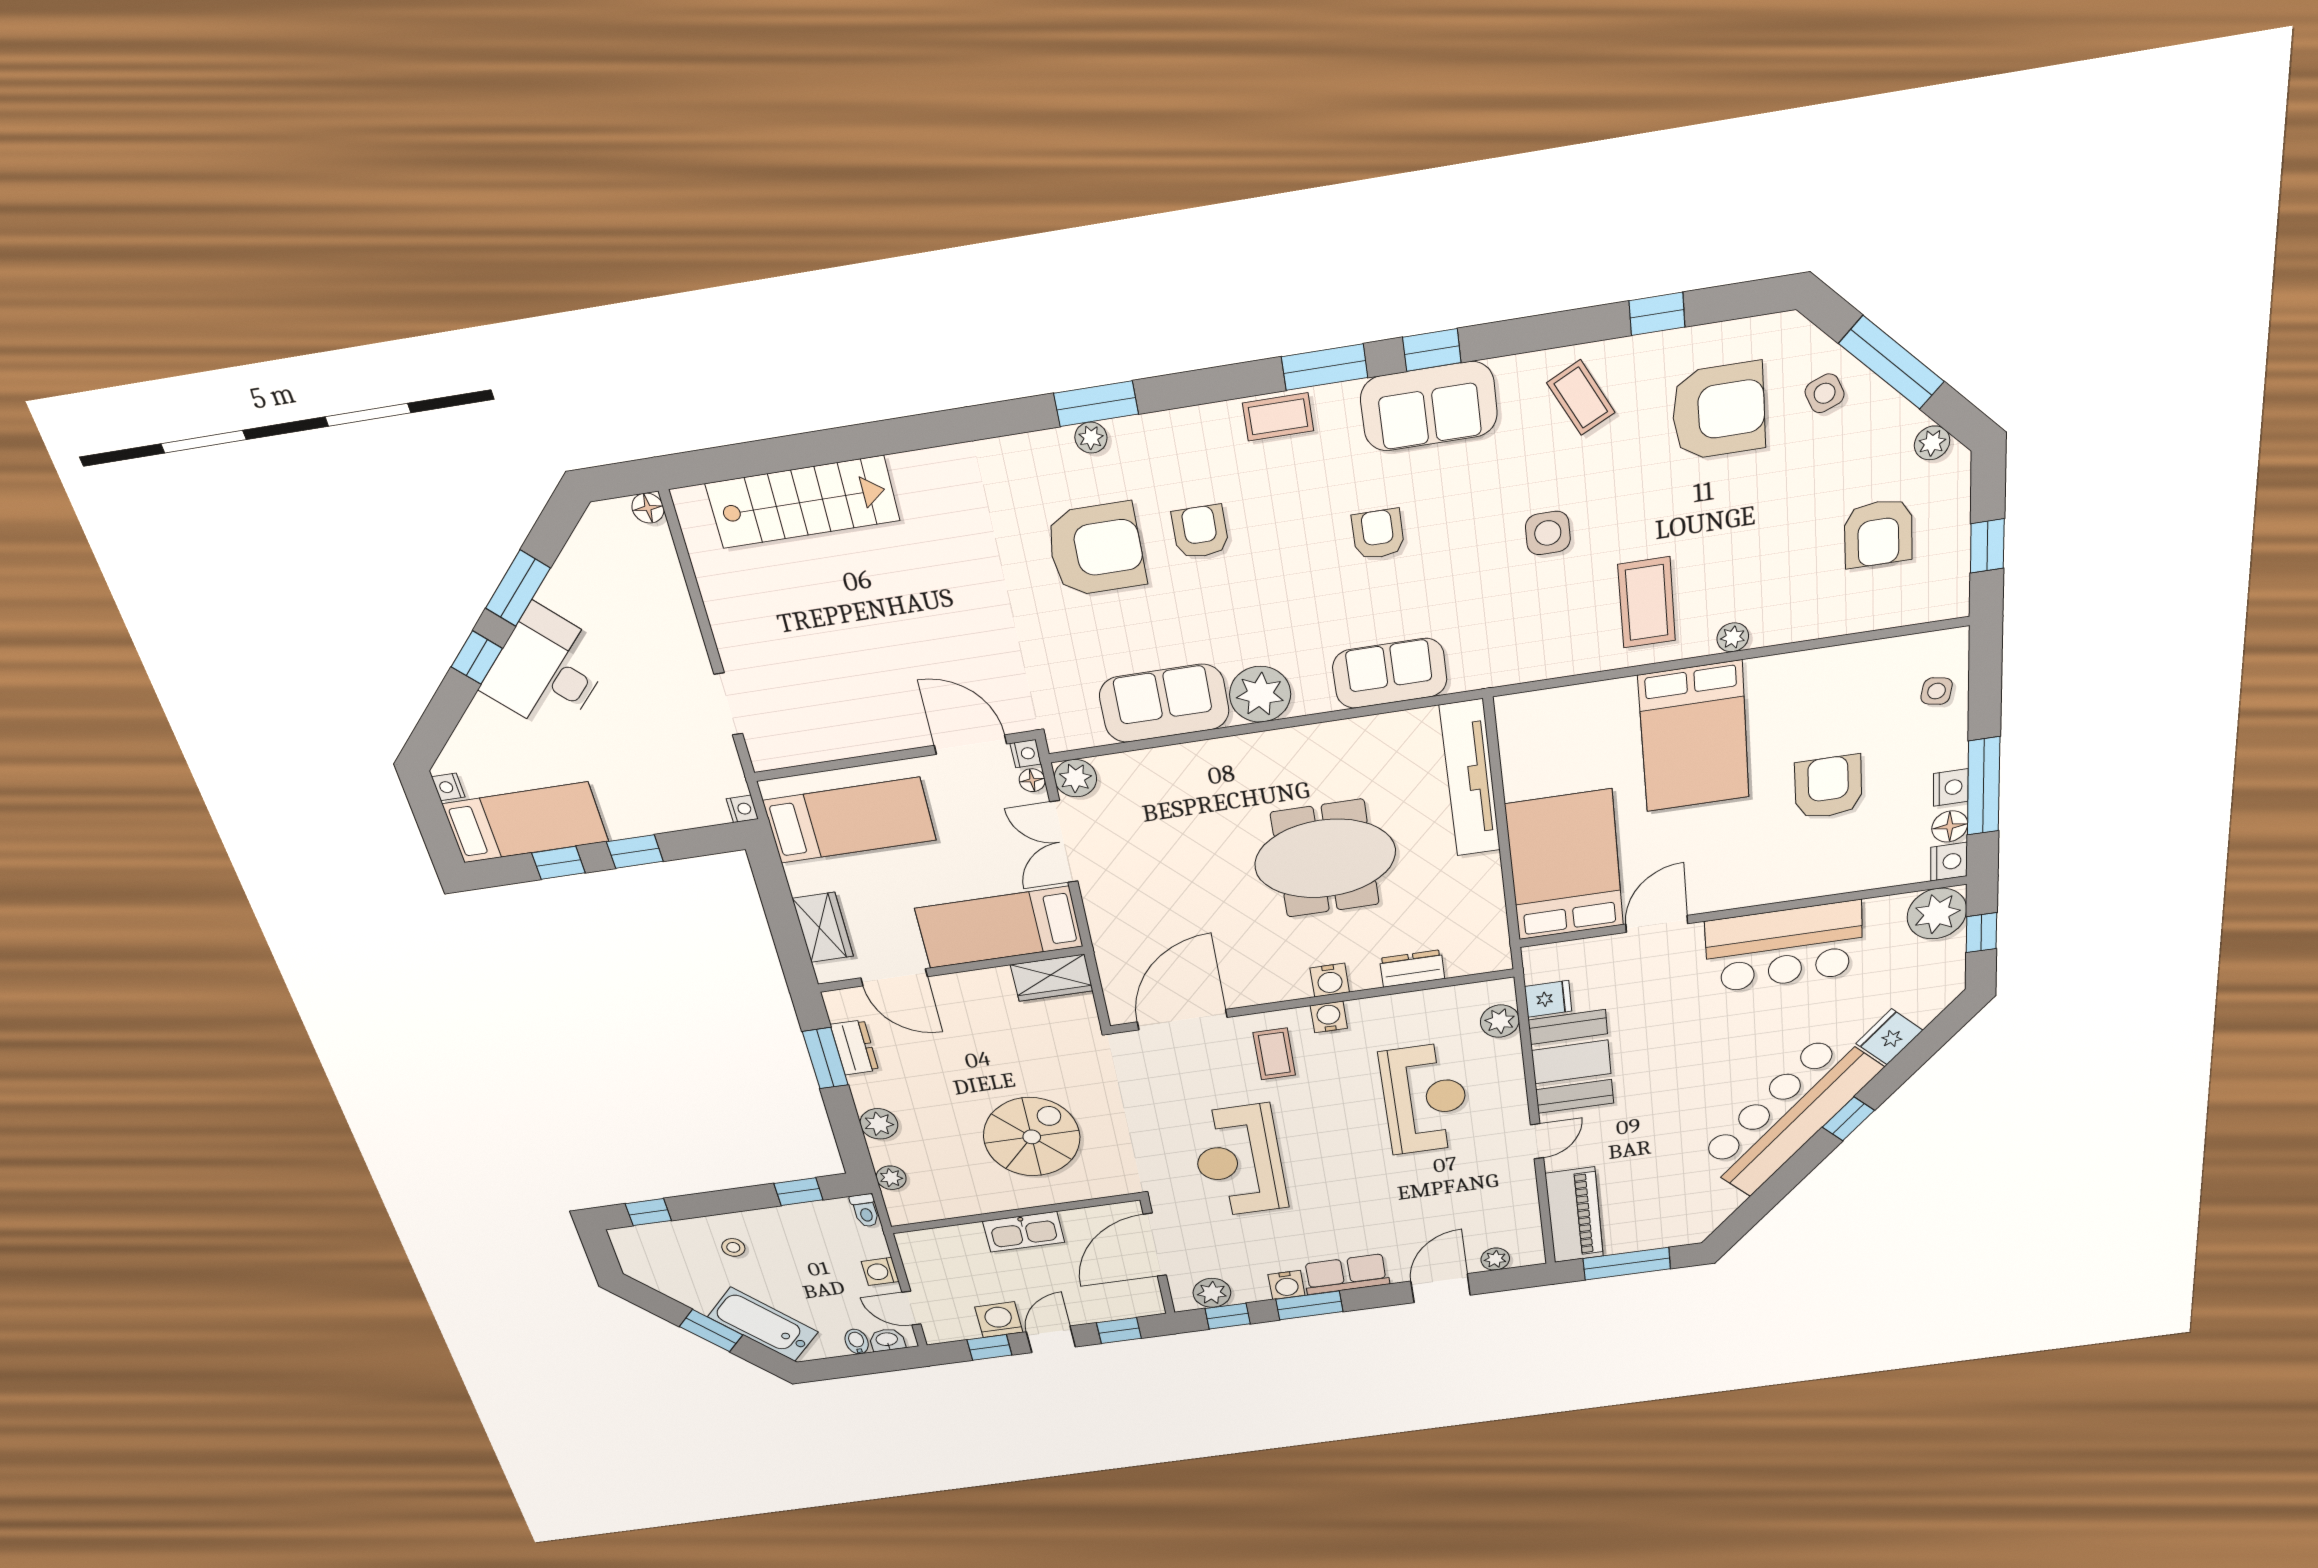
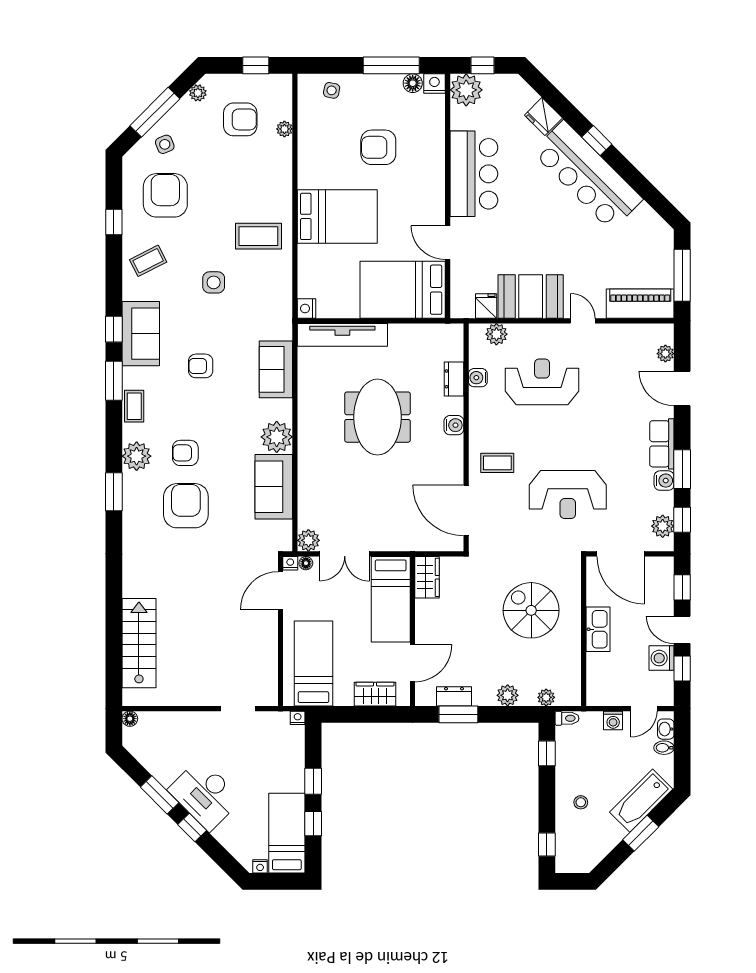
plant: (1091, 438) -> (137, 456), moved, width x1.88, depth x1.88
plant: (1733, 637) -> (284, 129), moved
nightstand: (1951, 787) -> (306, 308), moved, turned -90
water cooler: (1329, 1017) -> (478, 378), moved

